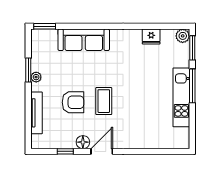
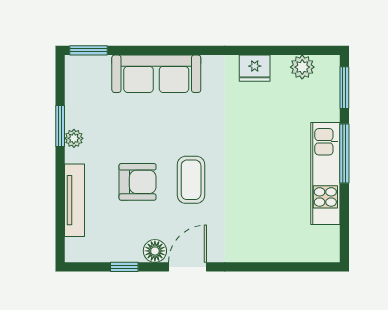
plant: (183, 36) -> (302, 67), moved
fridge: (151, 37) -> (255, 68), moved

